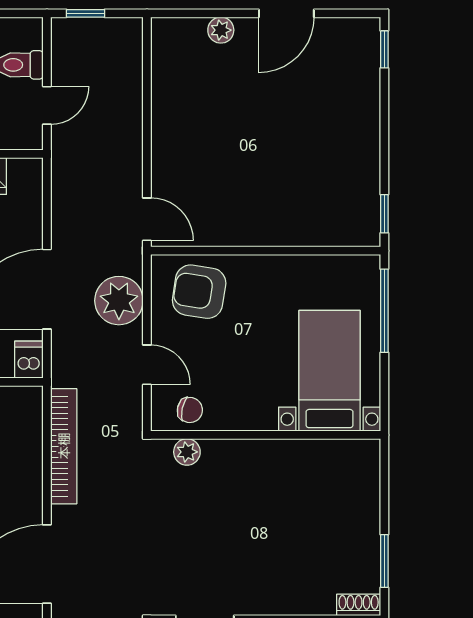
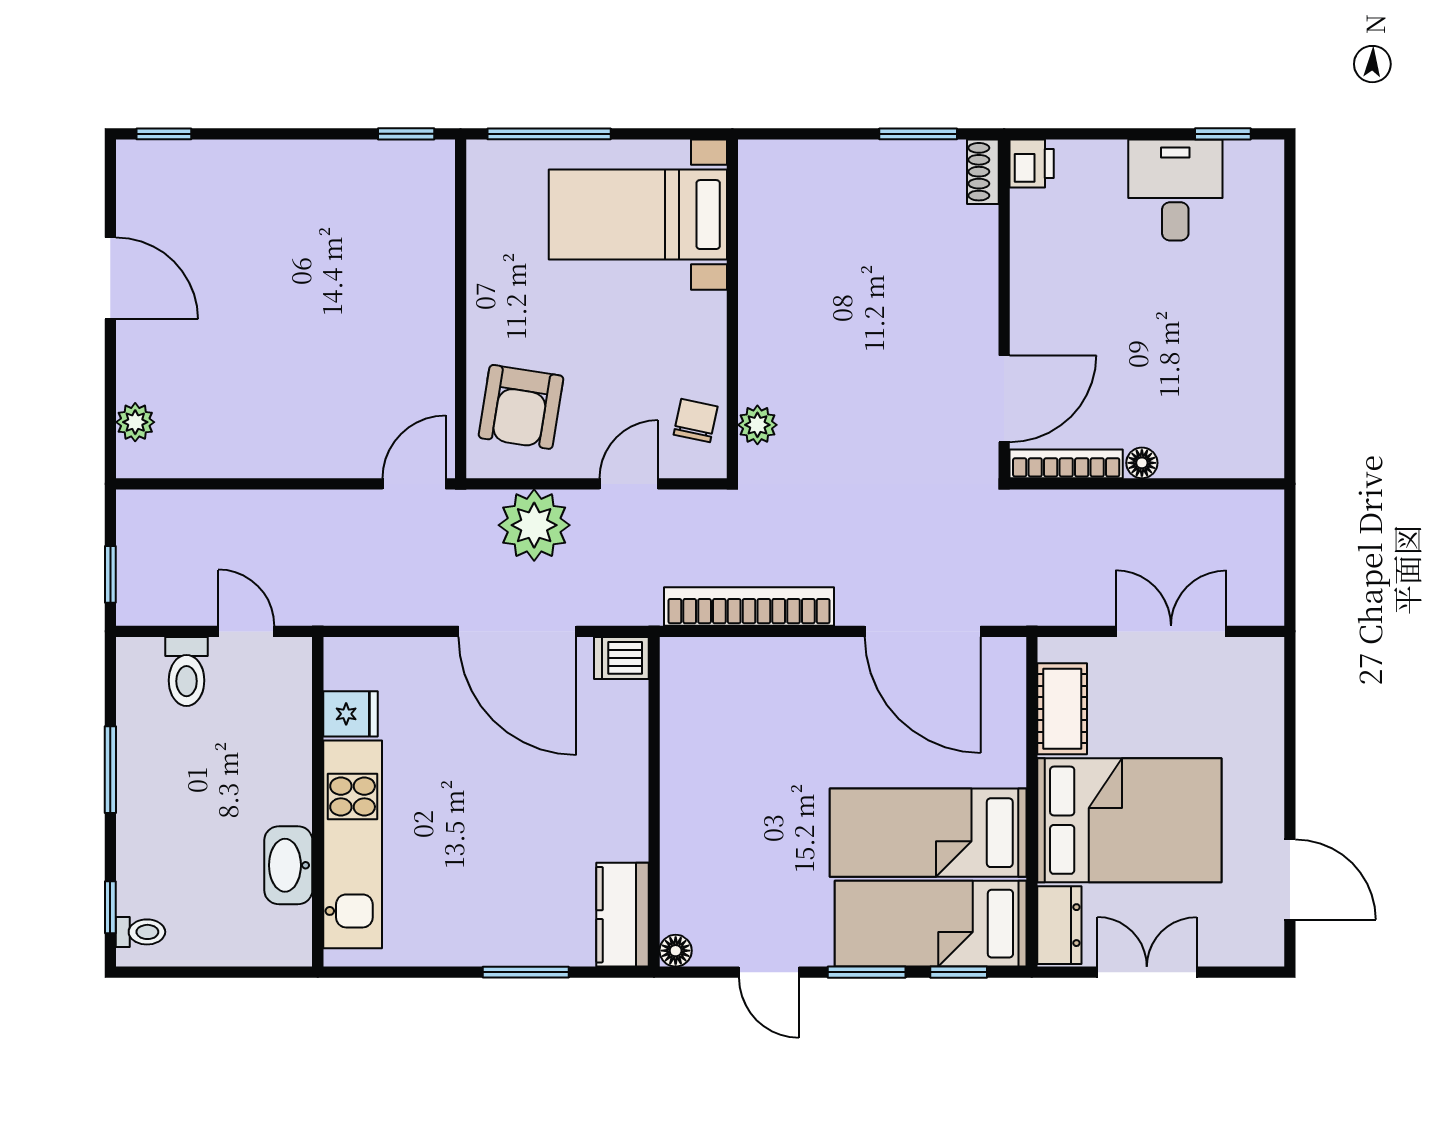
plant: (221, 30) -> (135, 422), moved

